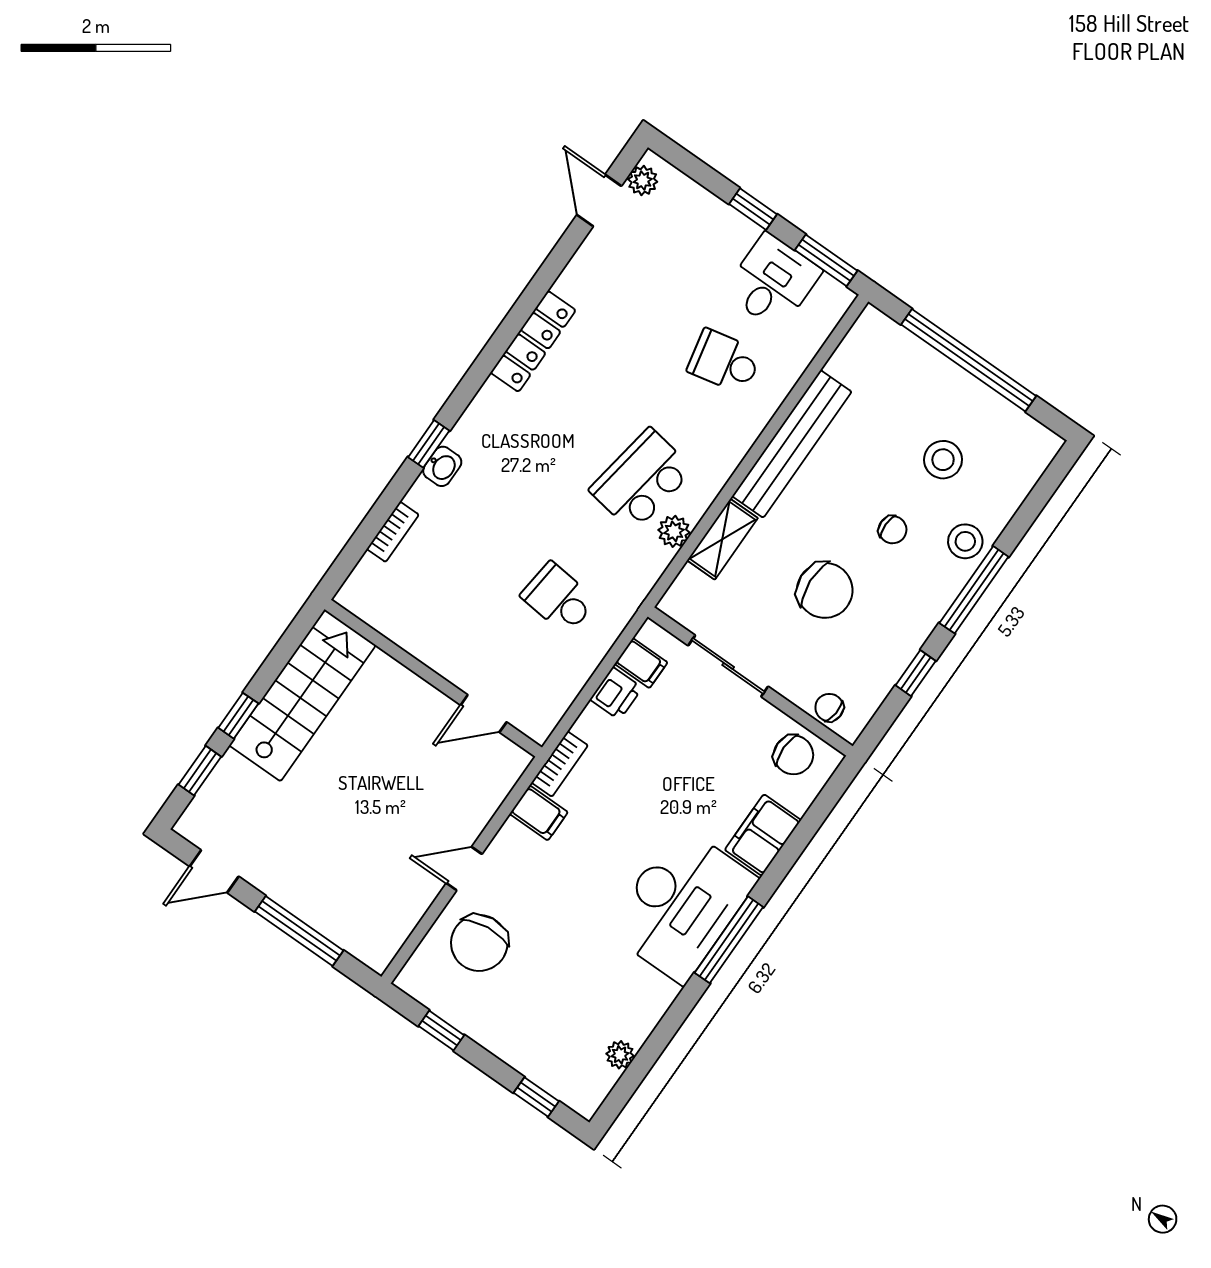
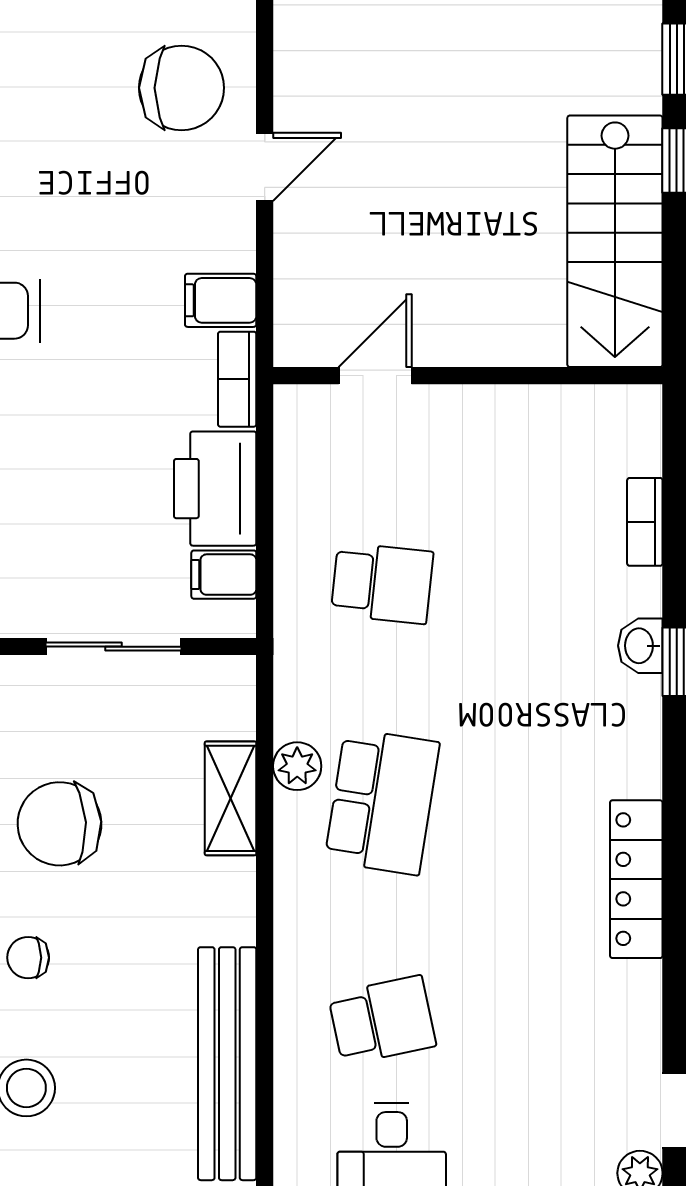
bench: (792, 444) -> (227, 1064), moved
printer: (616, 694) -> (215, 489), width x1.87, depth x1.48
chair: (479, 943) -> (182, 88), turned 96

